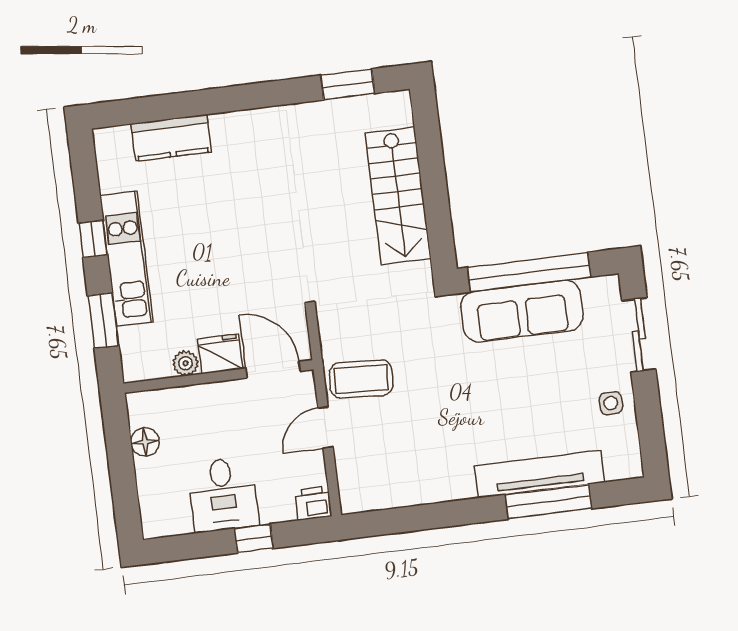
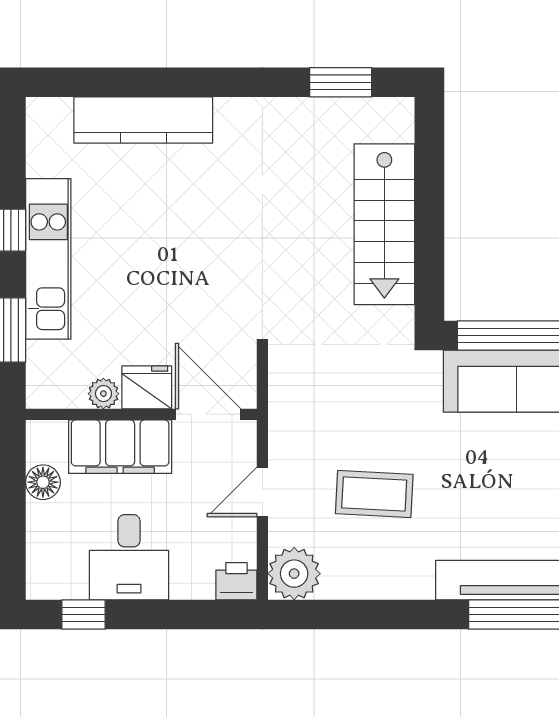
kitchen counter: (171, 138) -> (143, 120), width x1.50
coffee table: (361, 379) -> (374, 494), moved
filing cabinet: (204, 405) -> (120, 447), added
plant: (360, 491) -> (294, 574), added
window: (254, 538) -> (84, 614), moved

